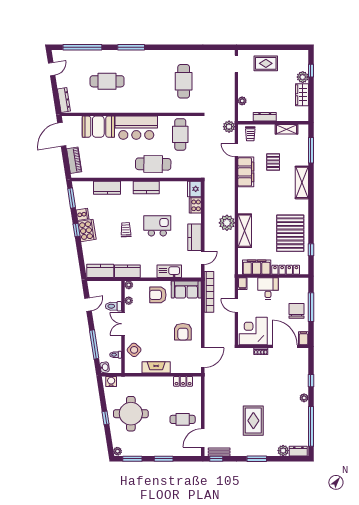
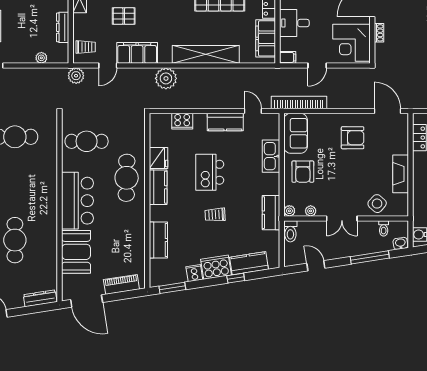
fridge: (194, 189) -> (159, 158), moved, turned -90
plant: (227, 223) -> (166, 78), moved
window: (77, 230) -> (236, 278), moved
shelving: (245, 231) -> (206, 54), width x1.47
kitchen counter: (100, 271) -> (249, 263), moved, turned 81
toilet: (113, 306) -> (290, 231), moved

